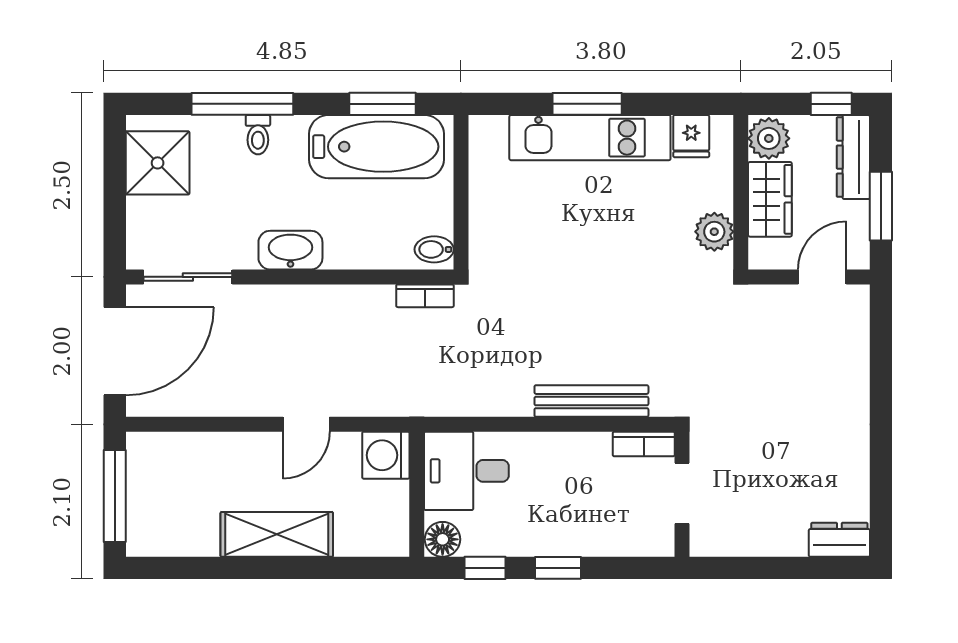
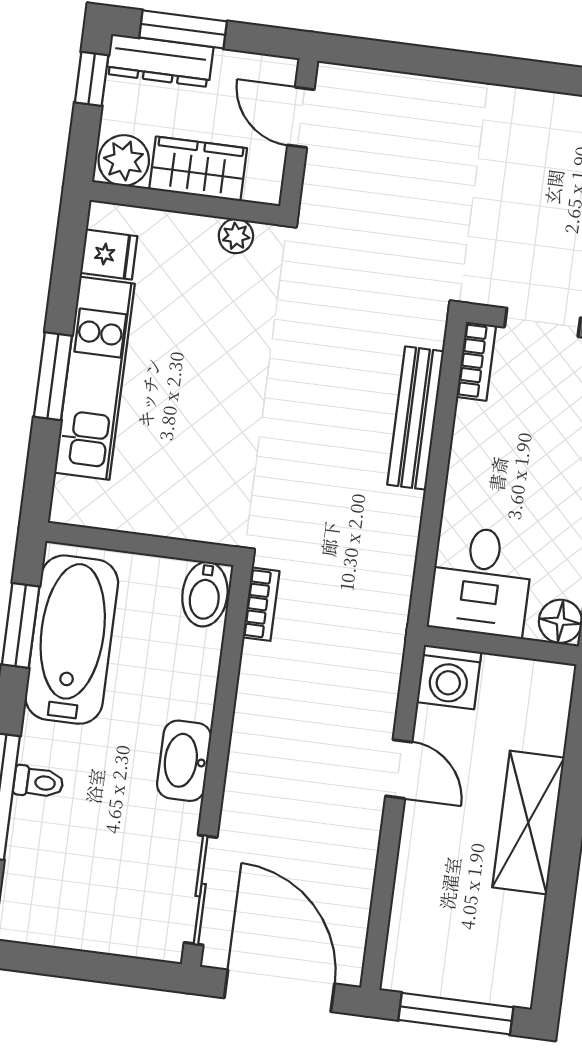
shower: (158, 163) -> (57, 909), removed
window: (881, 206) -> (183, 29), moved
plant: (714, 232) -> (236, 236), width x0.73, depth x0.73
bidet: (434, 249) -> (205, 594), width x1.38, depth x1.36

